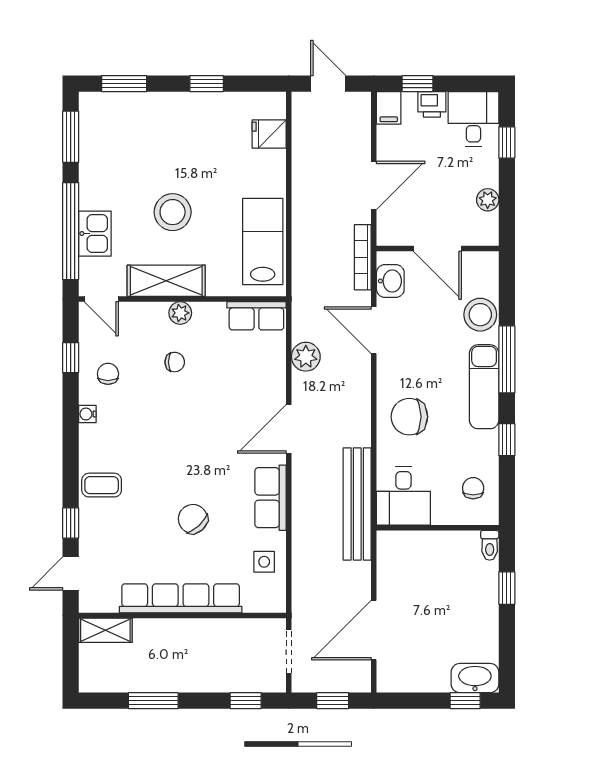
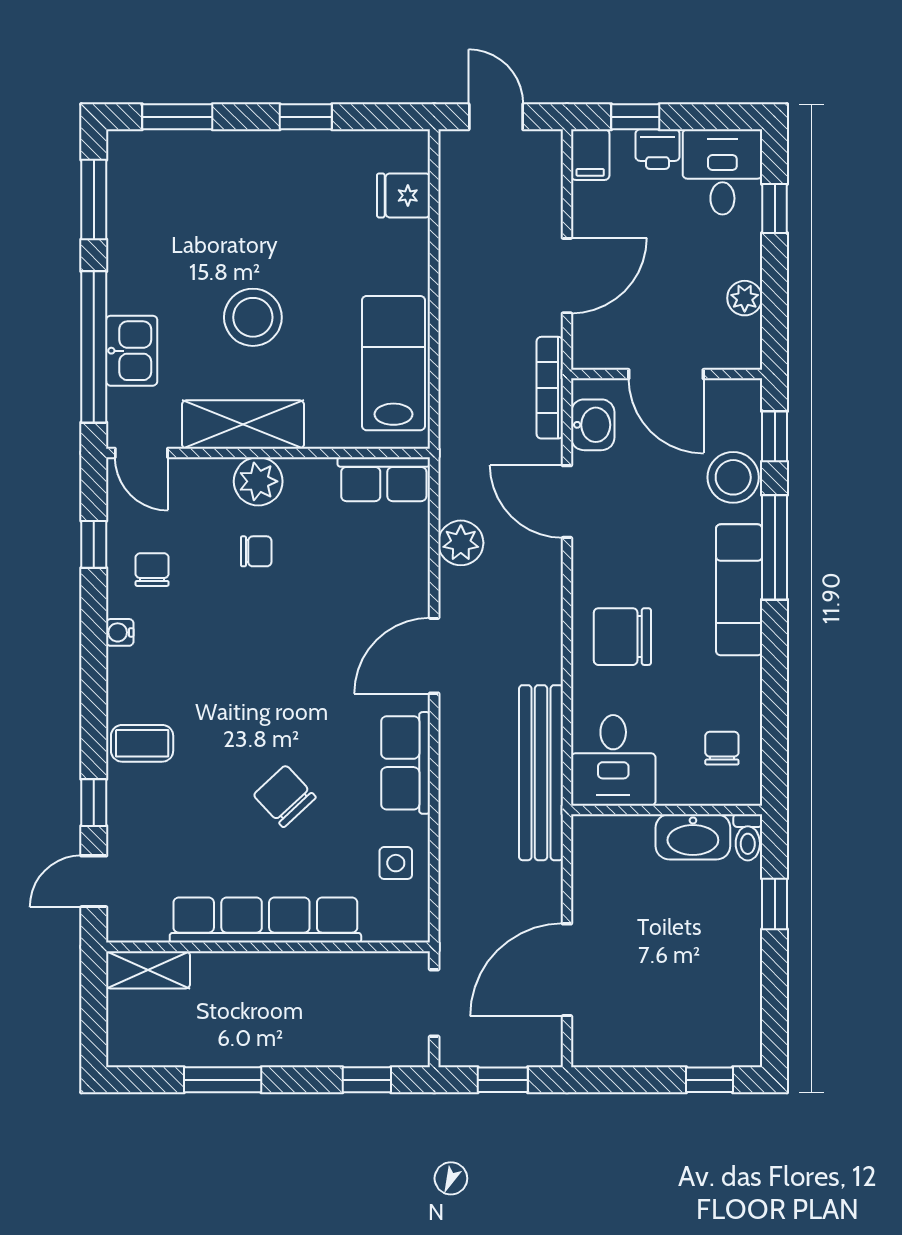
plant: (180, 313) -> (258, 481), width x1.38, depth x1.38
window: (507, 440) -> (775, 436), moved
washbasin: (475, 678) -> (693, 837), moved, turned 180

